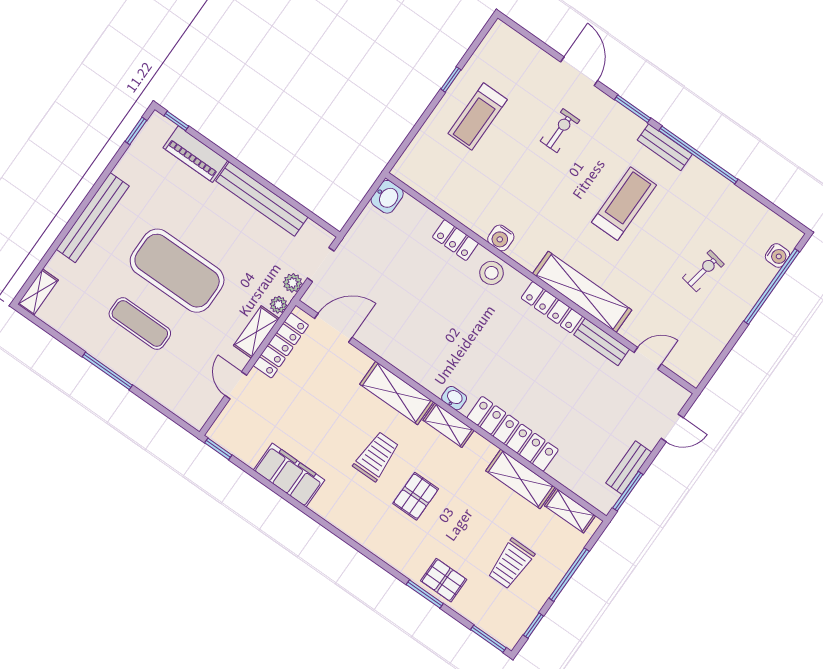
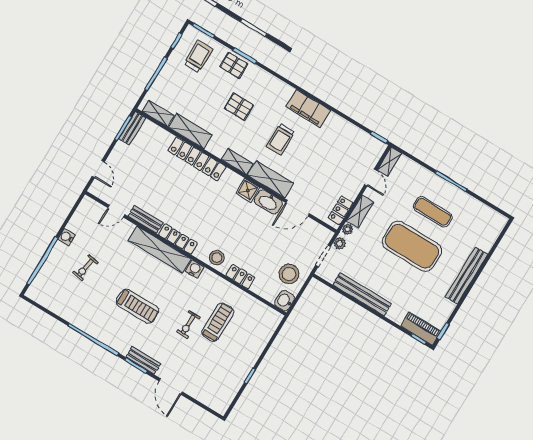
treadmill: (478, 116) -> (218, 322), moved
exercise bike: (560, 131) -> (188, 324), moved
bench: (665, 147) -> (143, 360), moved
piano: (195, 154) -> (421, 329), moved
treadmill: (624, 204) -> (137, 306), turned -90
water cooler: (501, 238) -> (195, 269), moved
stool: (377, 239) -> (289, 274), added
water cooler: (777, 256) -> (66, 237), moved
shelving: (38, 292) -> (390, 162), moved
door: (333, 328) -> (298, 208), moved
locker: (281, 345) -> (341, 210), width x0.66
shower: (435, 378) -> (248, 190), added
washbasin: (454, 398) -> (268, 202), moved, width x1.91, depth x1.45
door: (672, 428) -> (98, 169), swing flipped
bench: (629, 468) -> (132, 128), moved
filing cabinet: (289, 475) -> (308, 109), moved
pallet: (416, 496) -> (239, 107), moved, turned 90
trolley: (511, 564) -> (198, 56), moved

